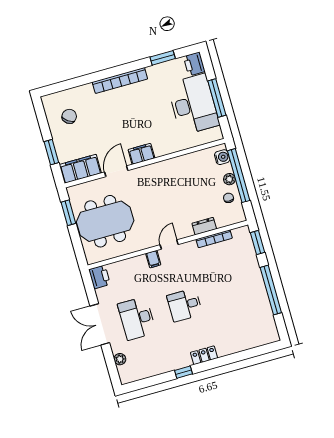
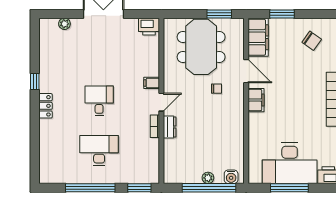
chair: (229, 198) -> (217, 89), moved
dresser: (204, 226) -> (170, 127), moved
bookcase: (214, 239) -> (155, 126), moved, width x0.64
door: (169, 245) -> (161, 102), hinge flipped
desk: (137, 318) -> (99, 150), moved

